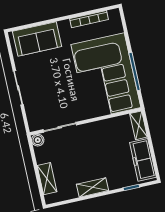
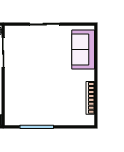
corner sofa: (106, 76) -> (38, 101), removed

